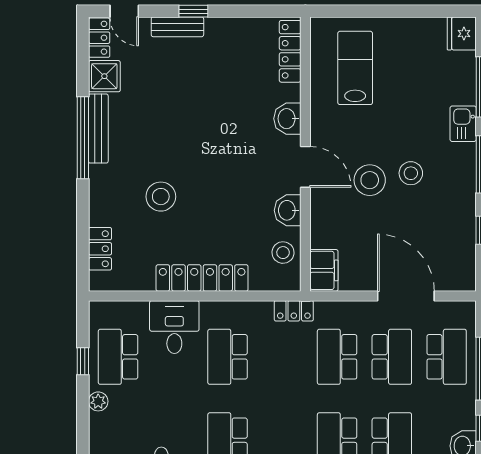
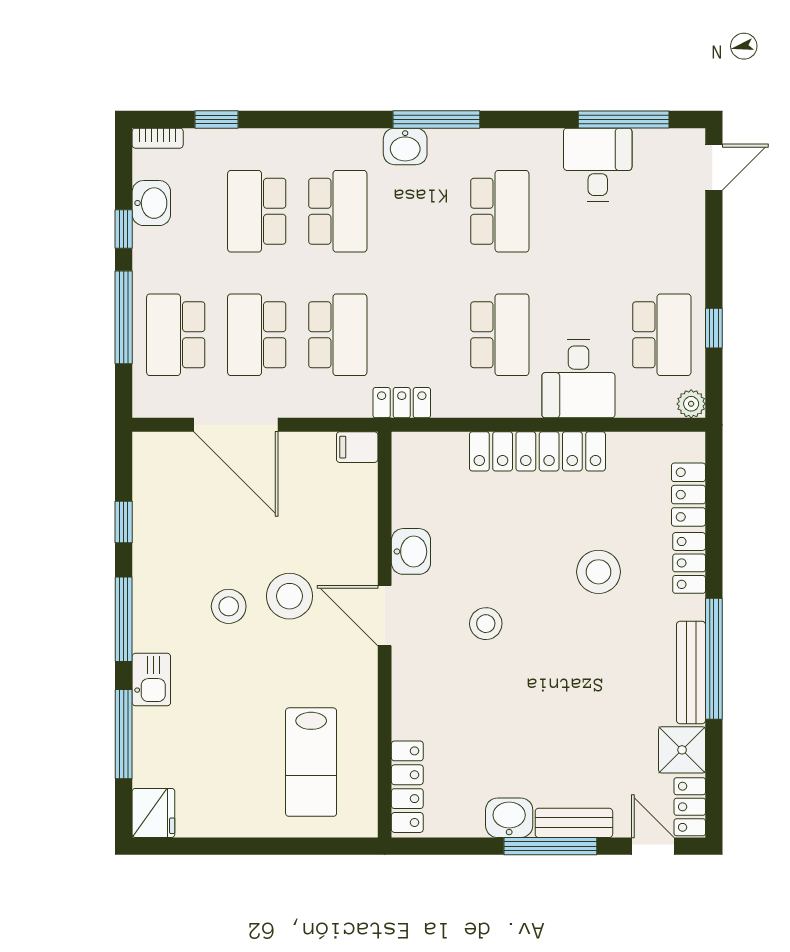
window: (193, 11) -> (550, 846), width x2.17
washbasin: (287, 119) -> (509, 818), moved, turned -90
locker: (100, 203) -> (689, 563), added
stool: (283, 253) -> (486, 624), moved
filing cabinet: (324, 270) -> (357, 447), width x0.50
plant: (98, 401) -> (691, 404), moved

